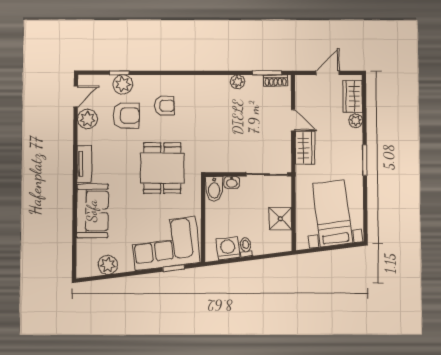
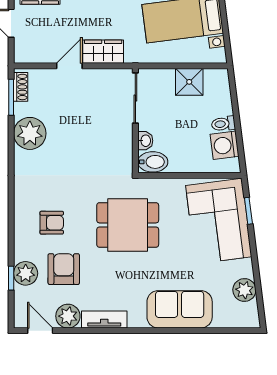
plant: (238, 82) -> (30, 133), width x1.87, depth x1.87
armchair: (164, 106) -> (52, 223), turned 90
tv unit: (84, 164) -> (104, 319), moved

